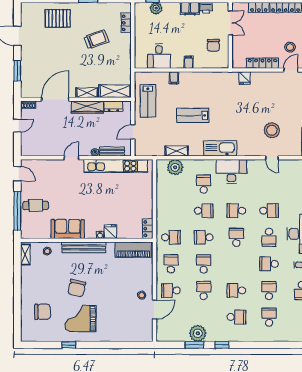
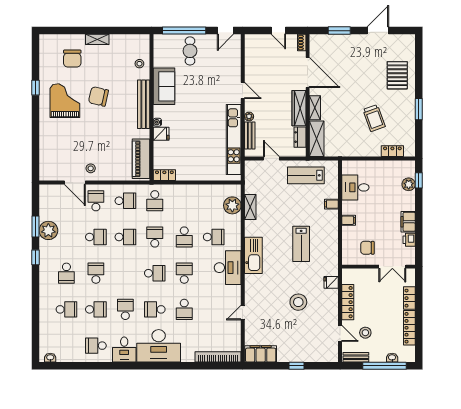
lab bench: (193, 115) -> (301, 244), moved, turned 180
stool: (272, 130) -> (298, 302), moved
shelving: (25, 255) -> (97, 39), moved

